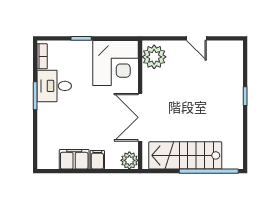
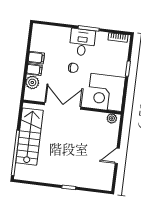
plant: (154, 57) -> (112, 118), width x0.53, depth x0.53
desk: (54, 86) -> (82, 42), moved
chair: (89, 110) -> (73, 68), added
filing cabinet: (74, 159) -> (36, 58), width x0.50
plant: (129, 160) -> (32, 82), moved

